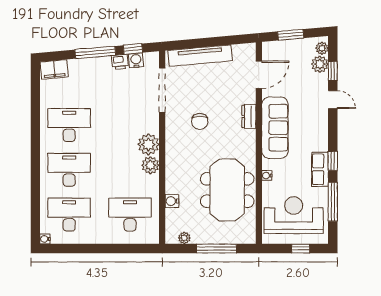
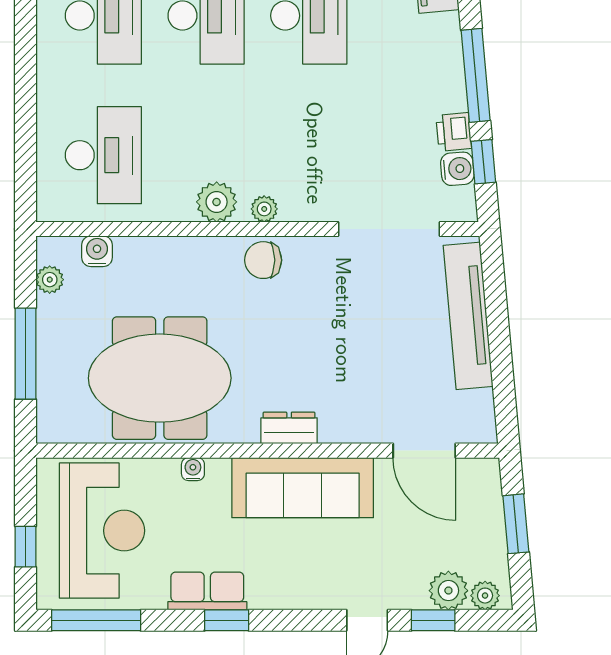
dresser: (249, 116) -> (289, 428), moved
chair: (200, 121) -> (263, 260), moved
plant: (148, 144) -> (264, 209), width x0.53, depth x0.53
water cooler: (172, 201) -> (97, 251), moved
window: (333, 202) -> (96, 620), moved

